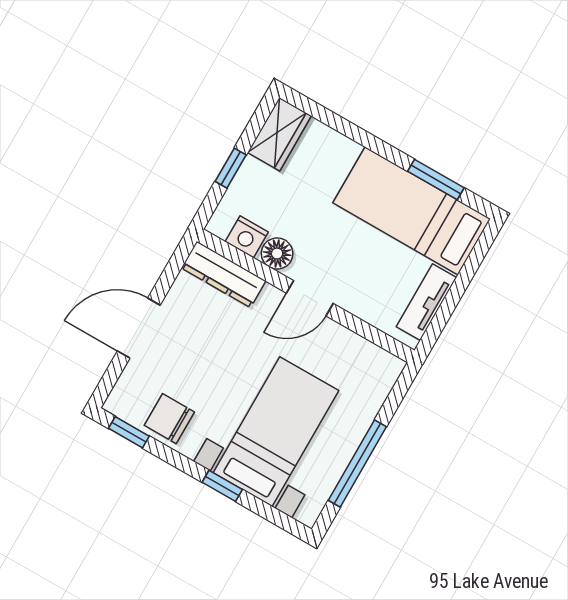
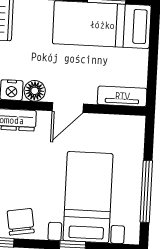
tv unit: (426, 302) -> (122, 96), moved, turned 90
chair: (169, 419) -> (21, 222), turned 81

